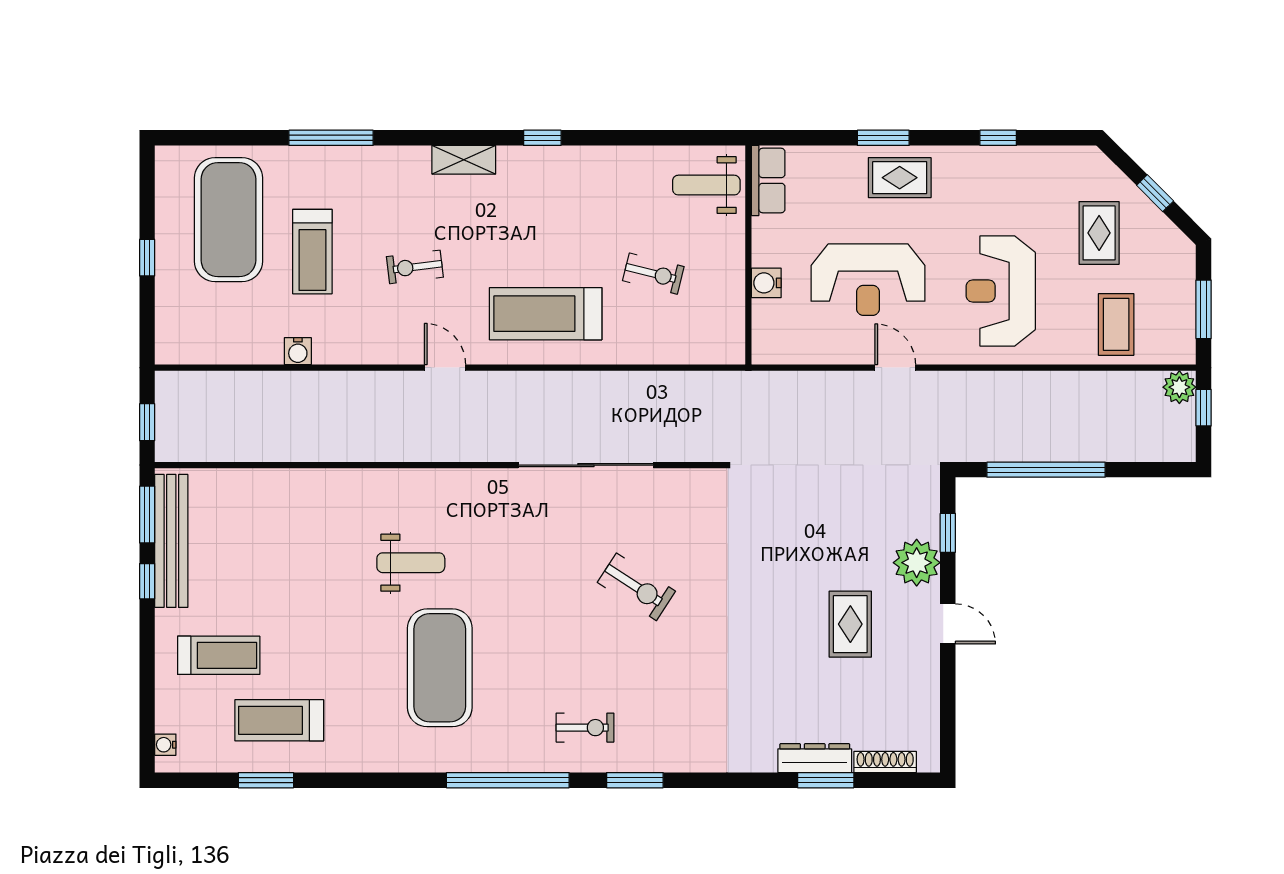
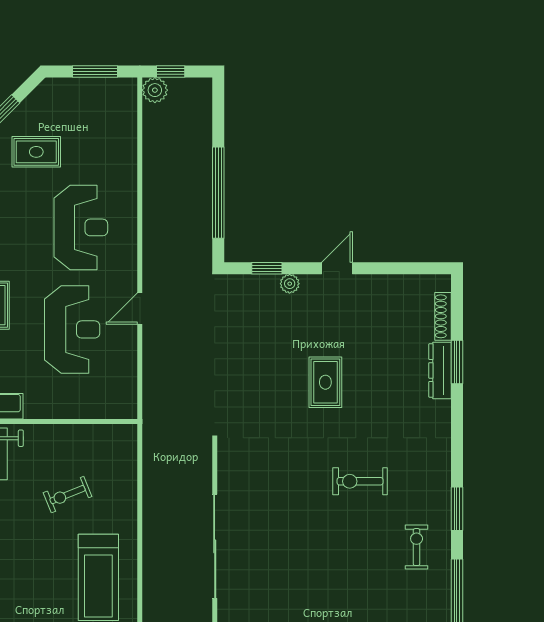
exercise bike: (653, 274) -> (68, 495), turned -126
water cooler: (766, 283) -> (75, 408), removed
reception desk: (1001, 291) -> (81, 227), turned -90
coffee table: (1116, 324) -> (107, 139), removed
plant: (917, 563) -> (290, 284), width x0.53, depth x0.53
exercise bike: (636, 587) -> (360, 481), moved, turned -123
rug: (850, 624) -> (325, 382), moved, turned 90

